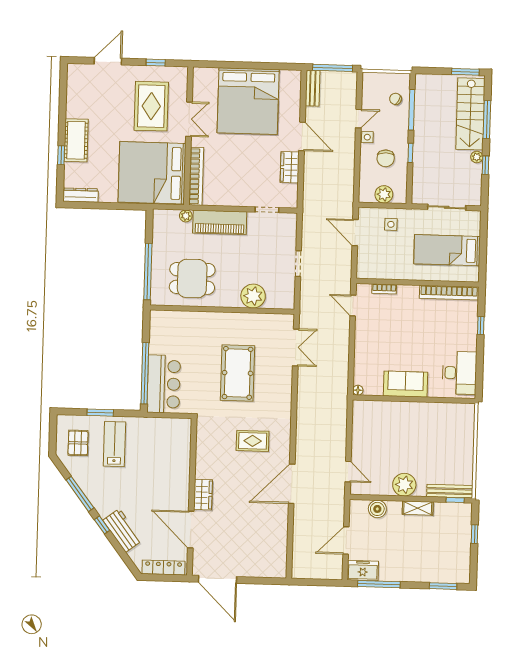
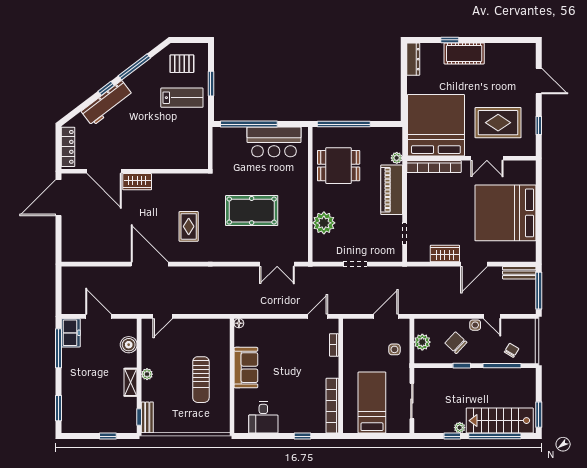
window: (487, 120) -> (495, 436), width x1.46
chair: (386, 158) -> (456, 343), turned 43
dining table: (192, 278) -> (339, 166), turned 90
desk: (459, 373) -> (263, 417), width x0.73
bar counter: (164, 384) -> (274, 142), moved
sun lounger: (417, 433) -> (201, 380), added
plant: (404, 485) -> (147, 374), width x0.53, depth x0.53
bench: (450, 491) -> (147, 417), width x0.73
workbench: (122, 530) -> (107, 103), width x1.38
door: (191, 530) -> (104, 171), swing flipped

